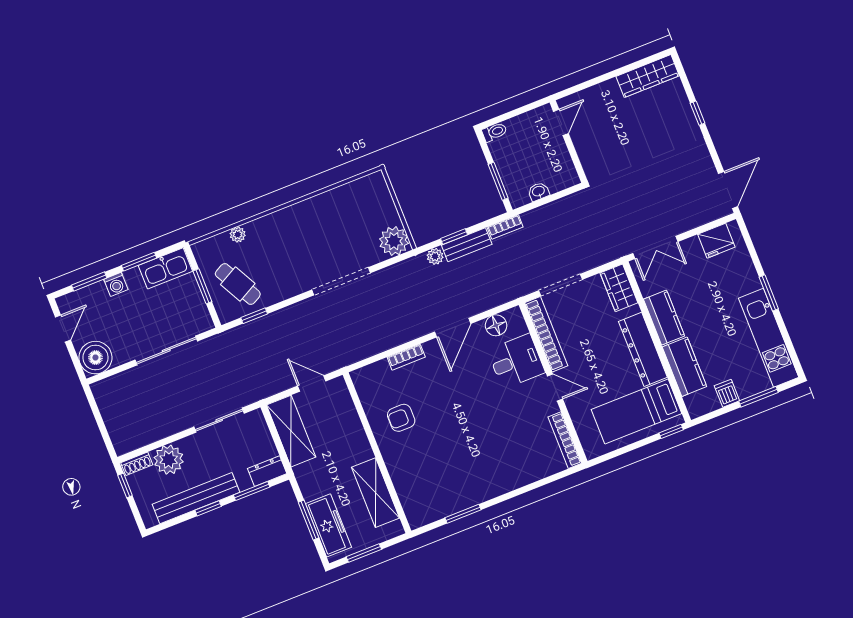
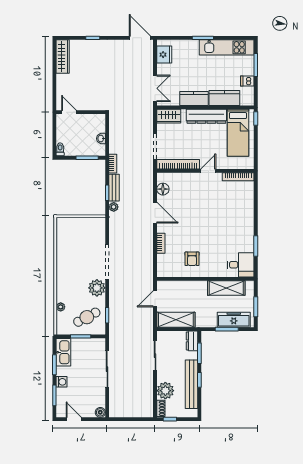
plant: (394, 241) -> (97, 288), moved
boiler: (95, 358) -> (100, 412), width x0.54, depth x0.54
desk: (516, 361) -> (241, 265), moved, turned 90

